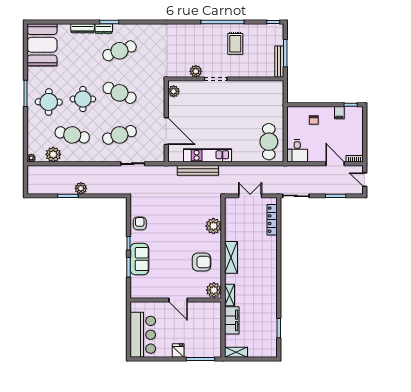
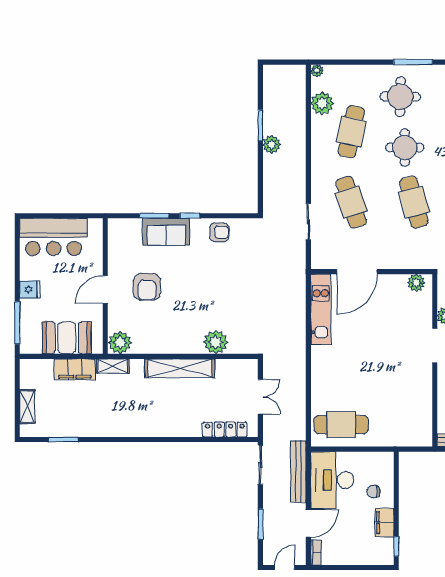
cafe table: (119, 93) -> (414, 202), turned -39
filing cabinet: (339, 113) -> (384, 523), width x2.00
desk: (297, 151) -> (332, 480), width x1.87, depth x1.30
kitchen unit: (208, 155) -> (321, 309), moved
bench: (198, 170) -> (298, 471), moved
shelving: (231, 257) -> (180, 368), width x1.47
armchair: (201, 262) -> (147, 287), moved
booth: (210, 326) -> (67, 338), added
shelving: (236, 352) -> (27, 406), moved

